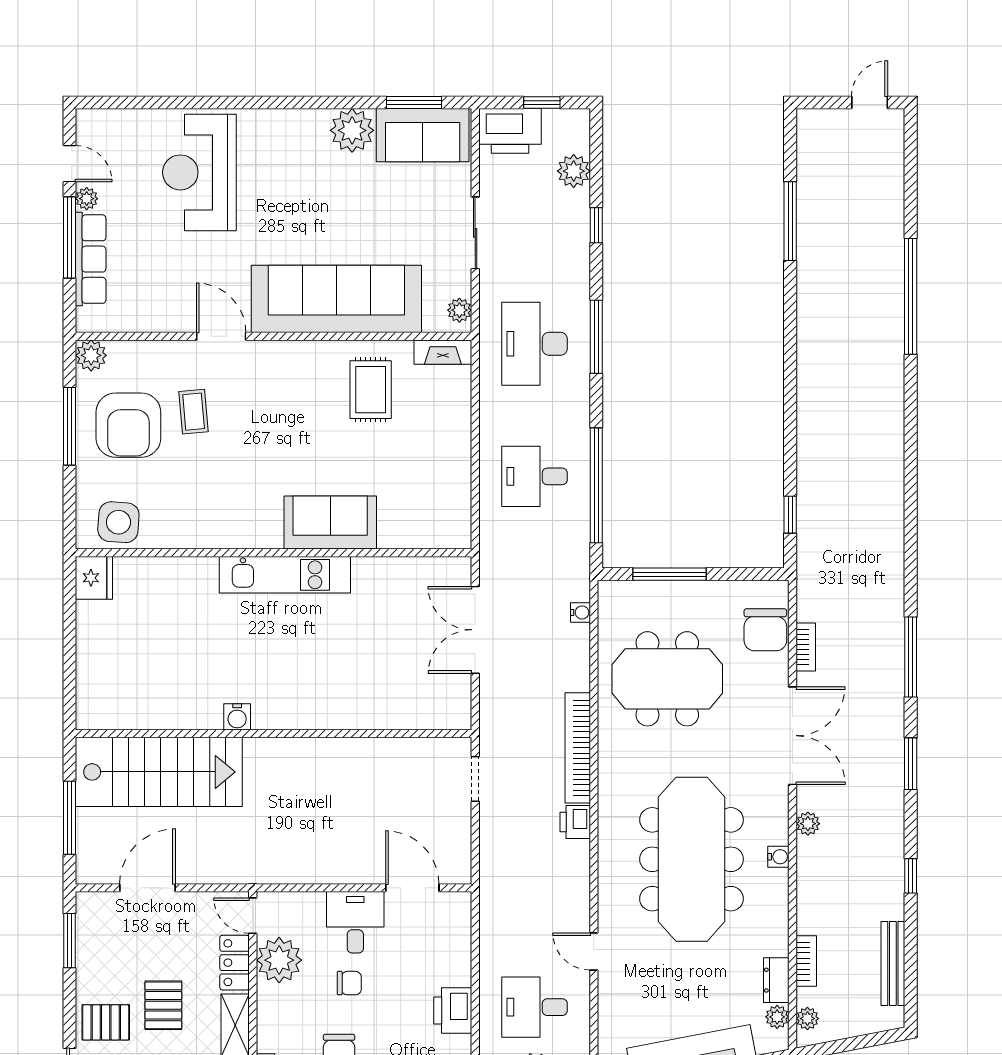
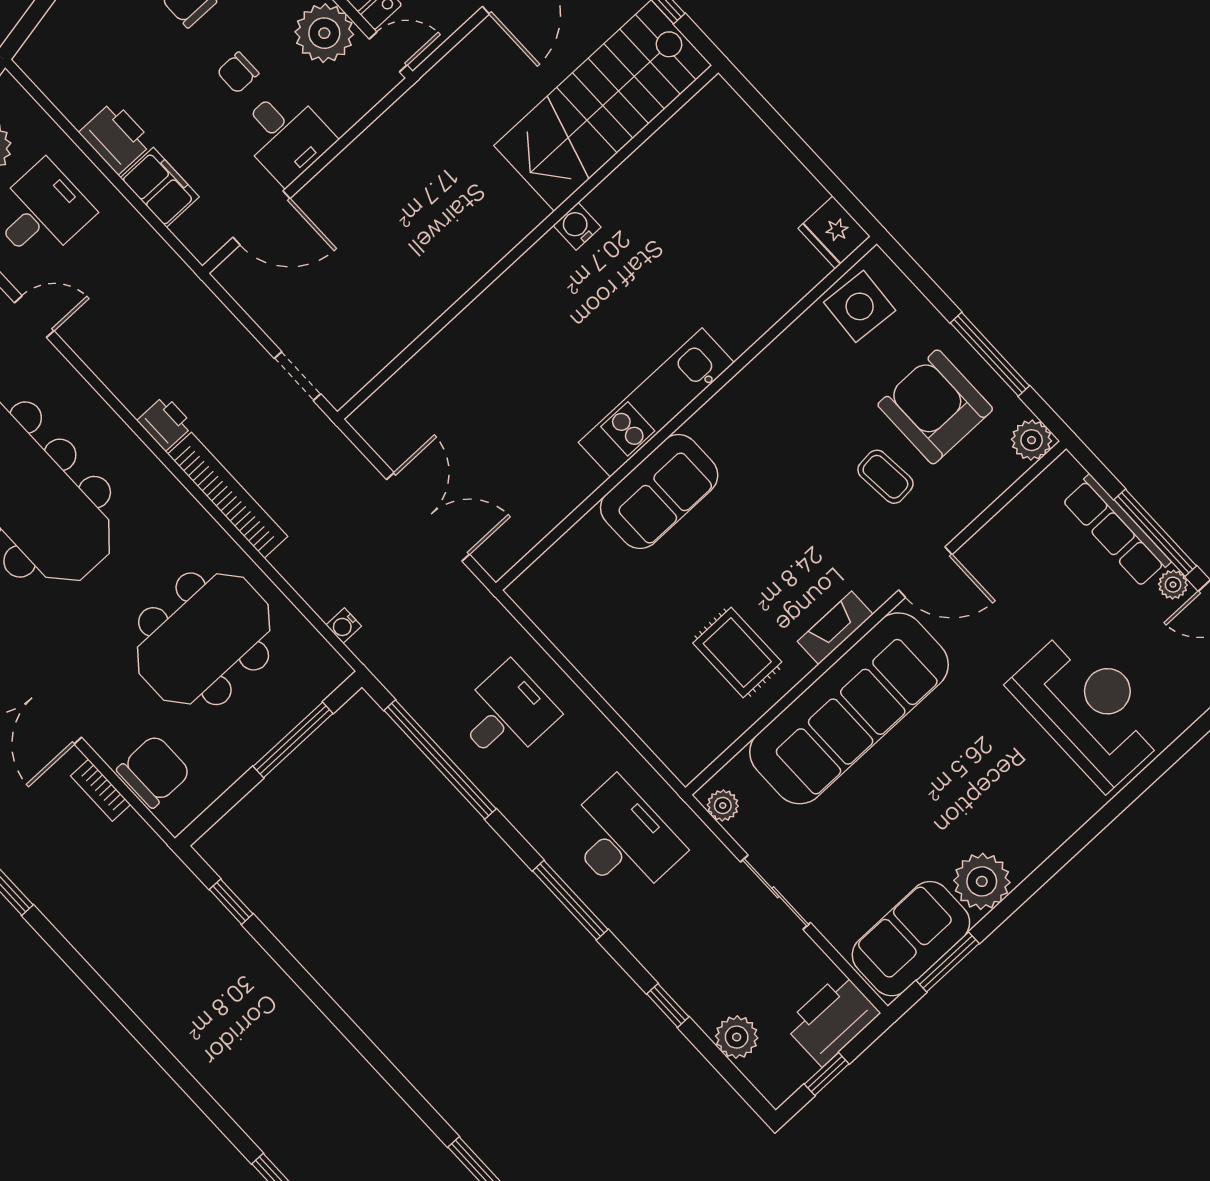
fireplace: (443, 352) -> (835, 628), moved
chair: (765, 630) -> (154, 771), turned 90
filing cabinet: (454, 959) -> (160, 187), added

